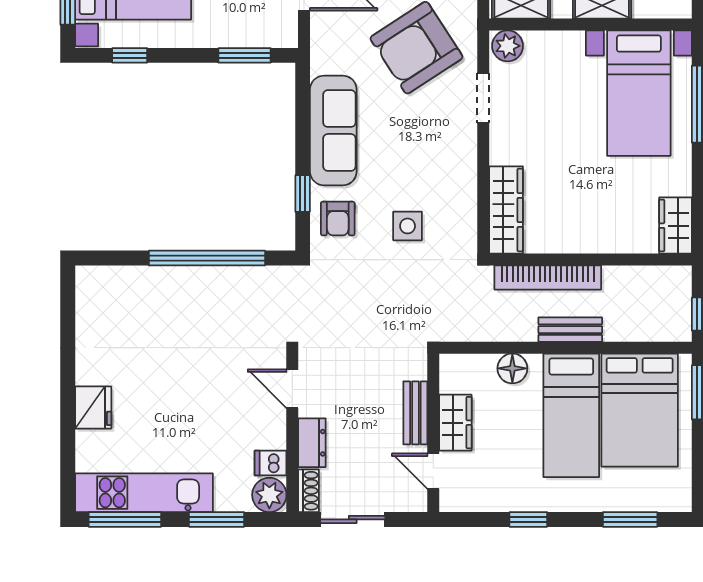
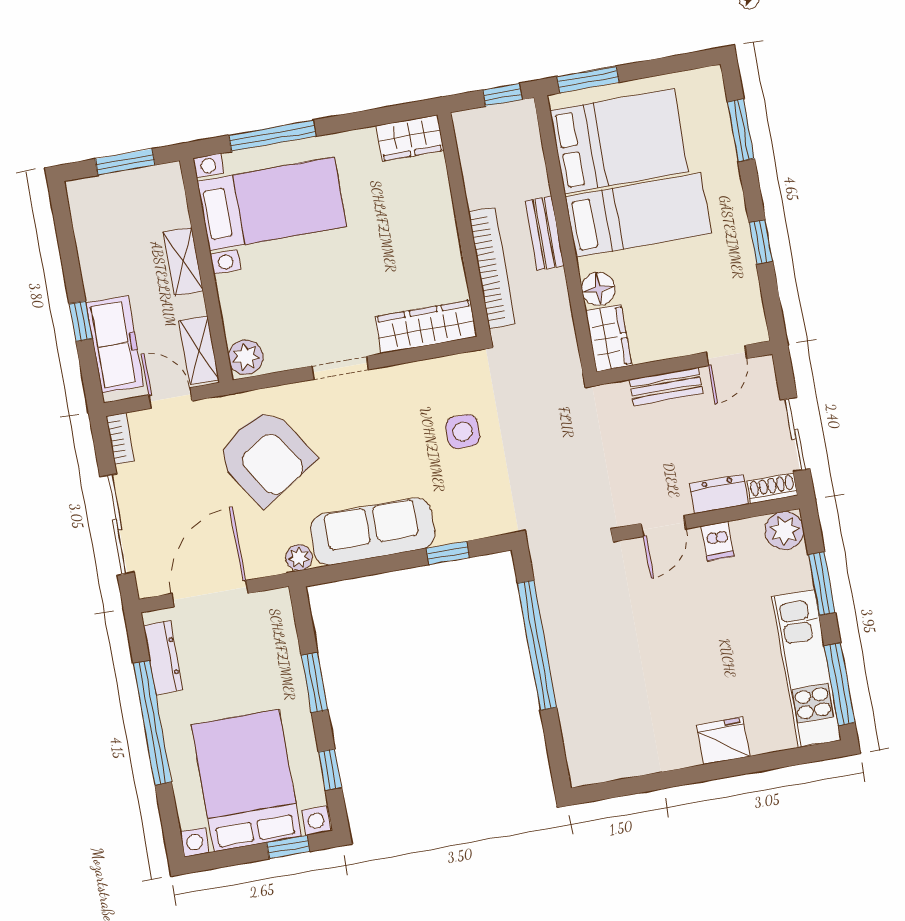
window: (245, 55) -> (315, 683), moved
plant: (322, 61) -> (299, 558), added
doorway: (483, 98) -> (340, 368), moved
armchair: (338, 219) -> (468, 509), removed
wardrobe: (455, 423) -> (609, 338), moved, turned 90
dishwasher: (271, 463) -> (718, 541), moved

